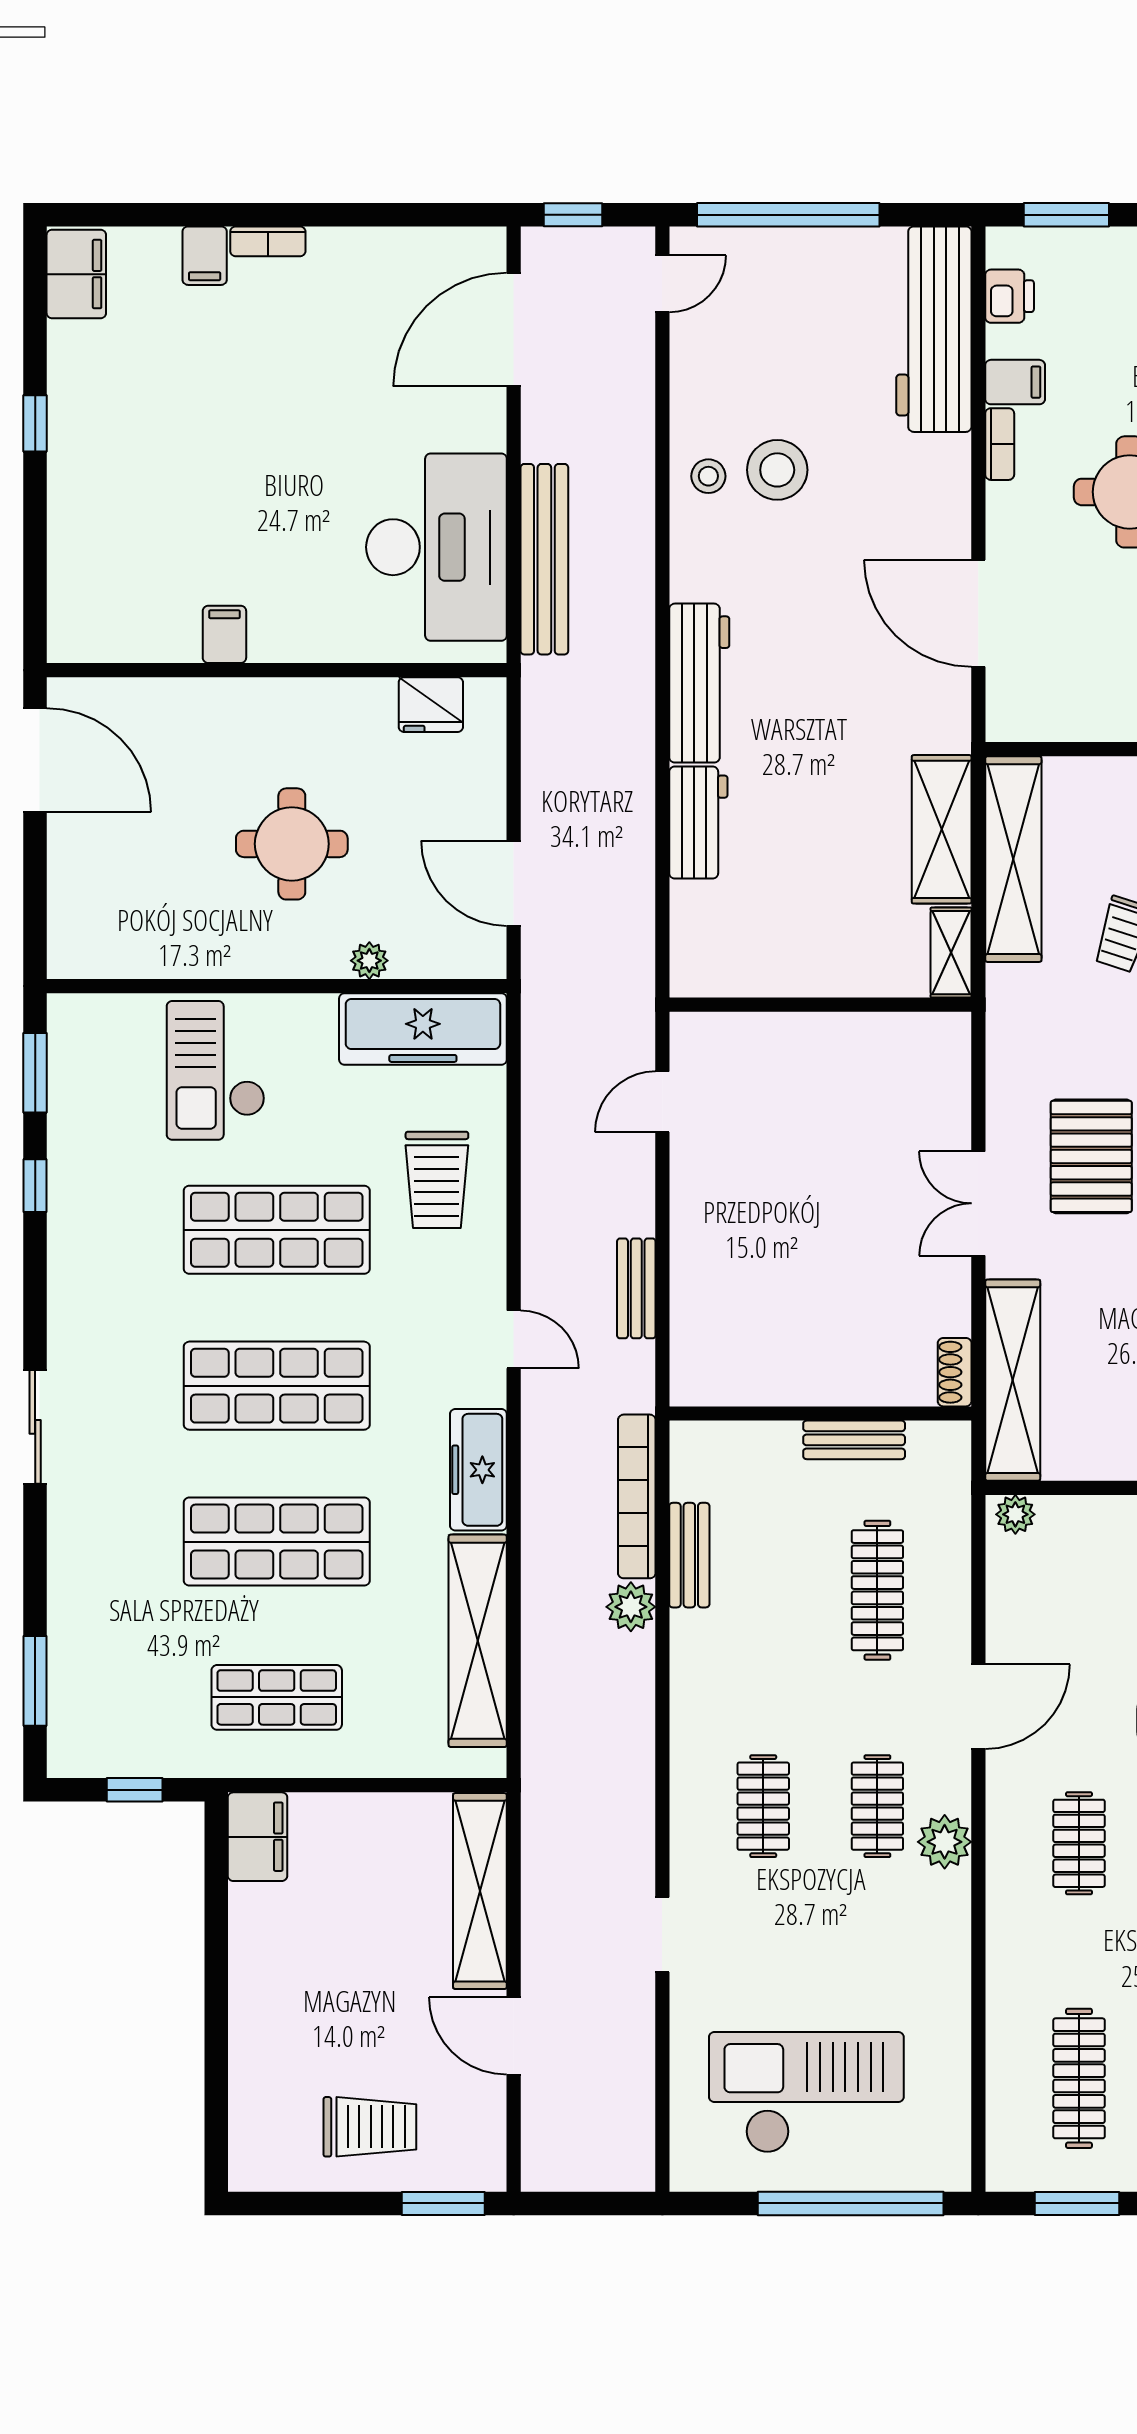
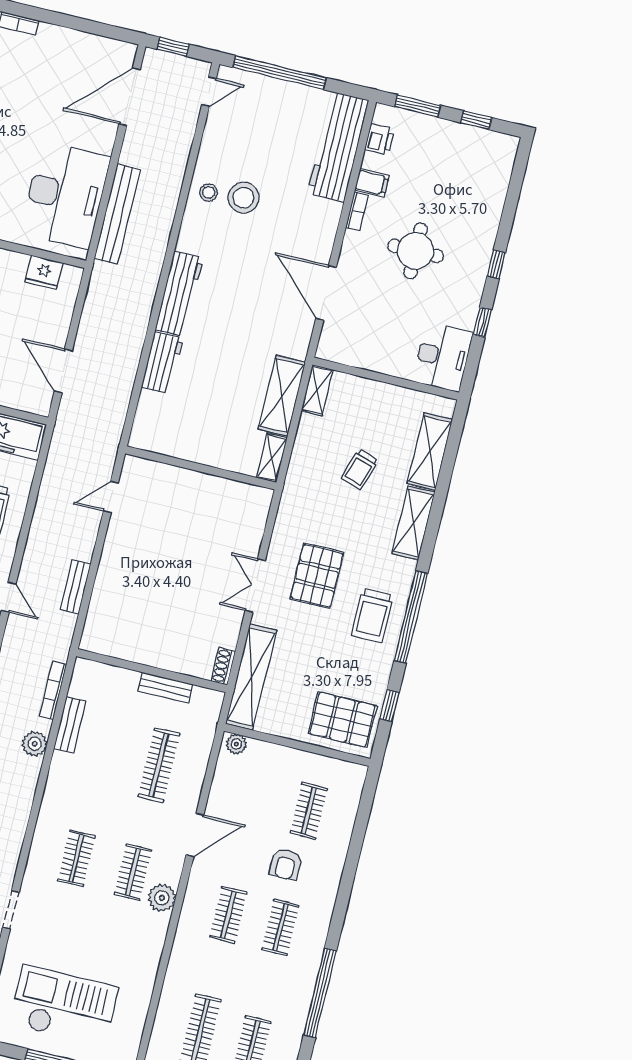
shelving: (1013, 859) -> (317, 390), width x0.45, depth x0.75
bookcase: (637, 1496) -> (53, 690), width x0.68, depth x0.76

